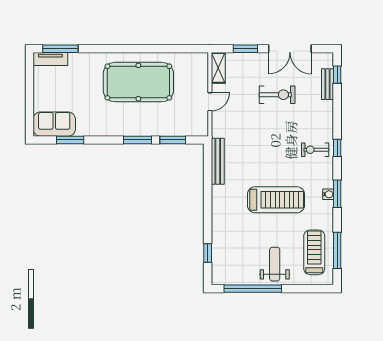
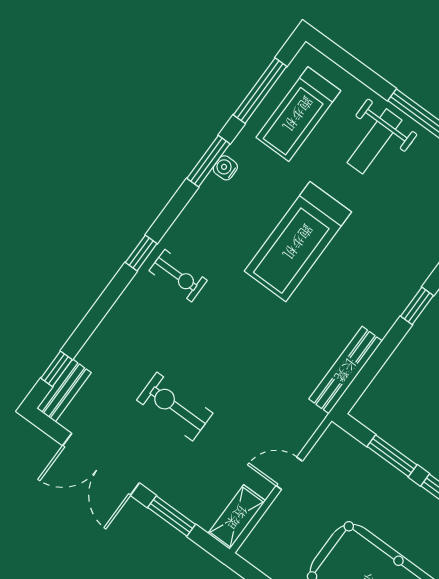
double door: (290, 49) -> (101, 464), swing flipped
bench: (327, 84) -> (64, 390), moved
water cooler: (328, 194) -> (225, 168), moved
window: (337, 194) -> (208, 161), moved
treadmill: (276, 200) -> (298, 242), turned -90
window: (208, 209) -> (417, 306), added

